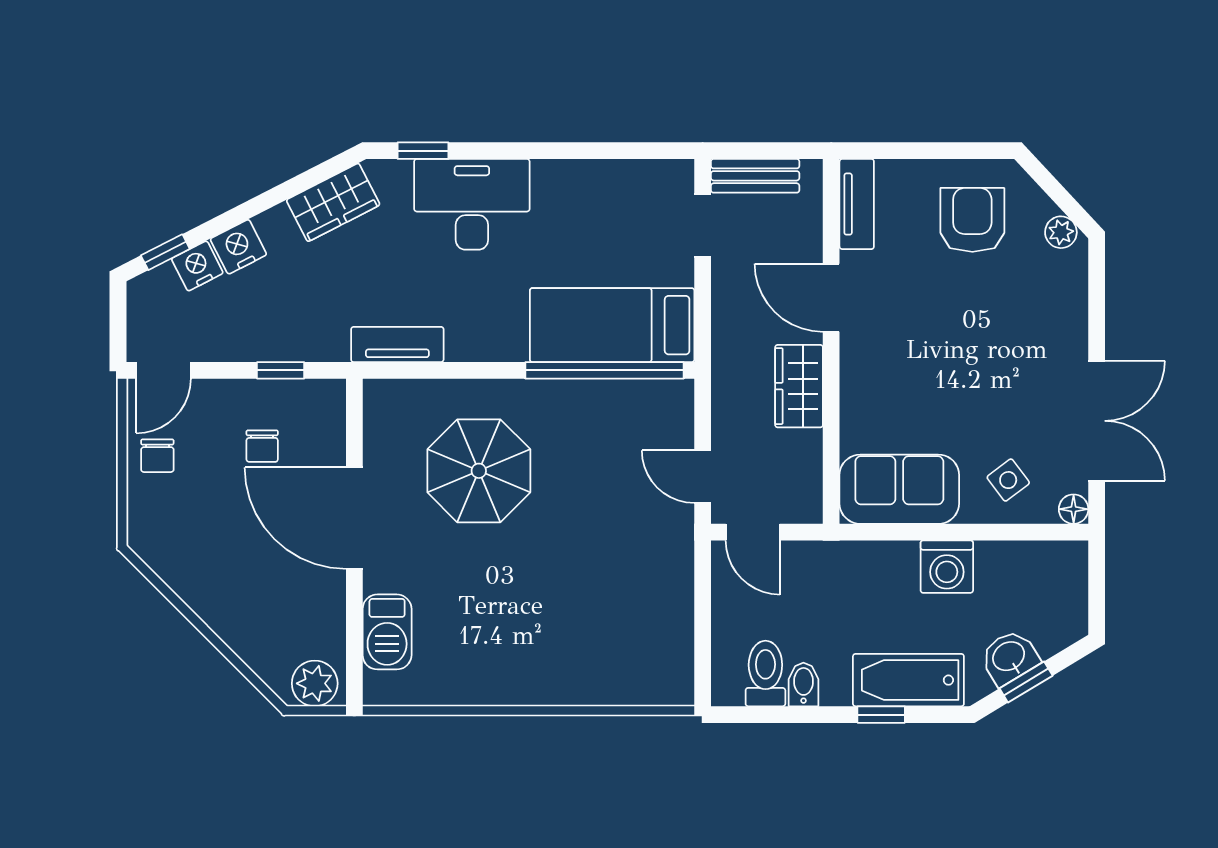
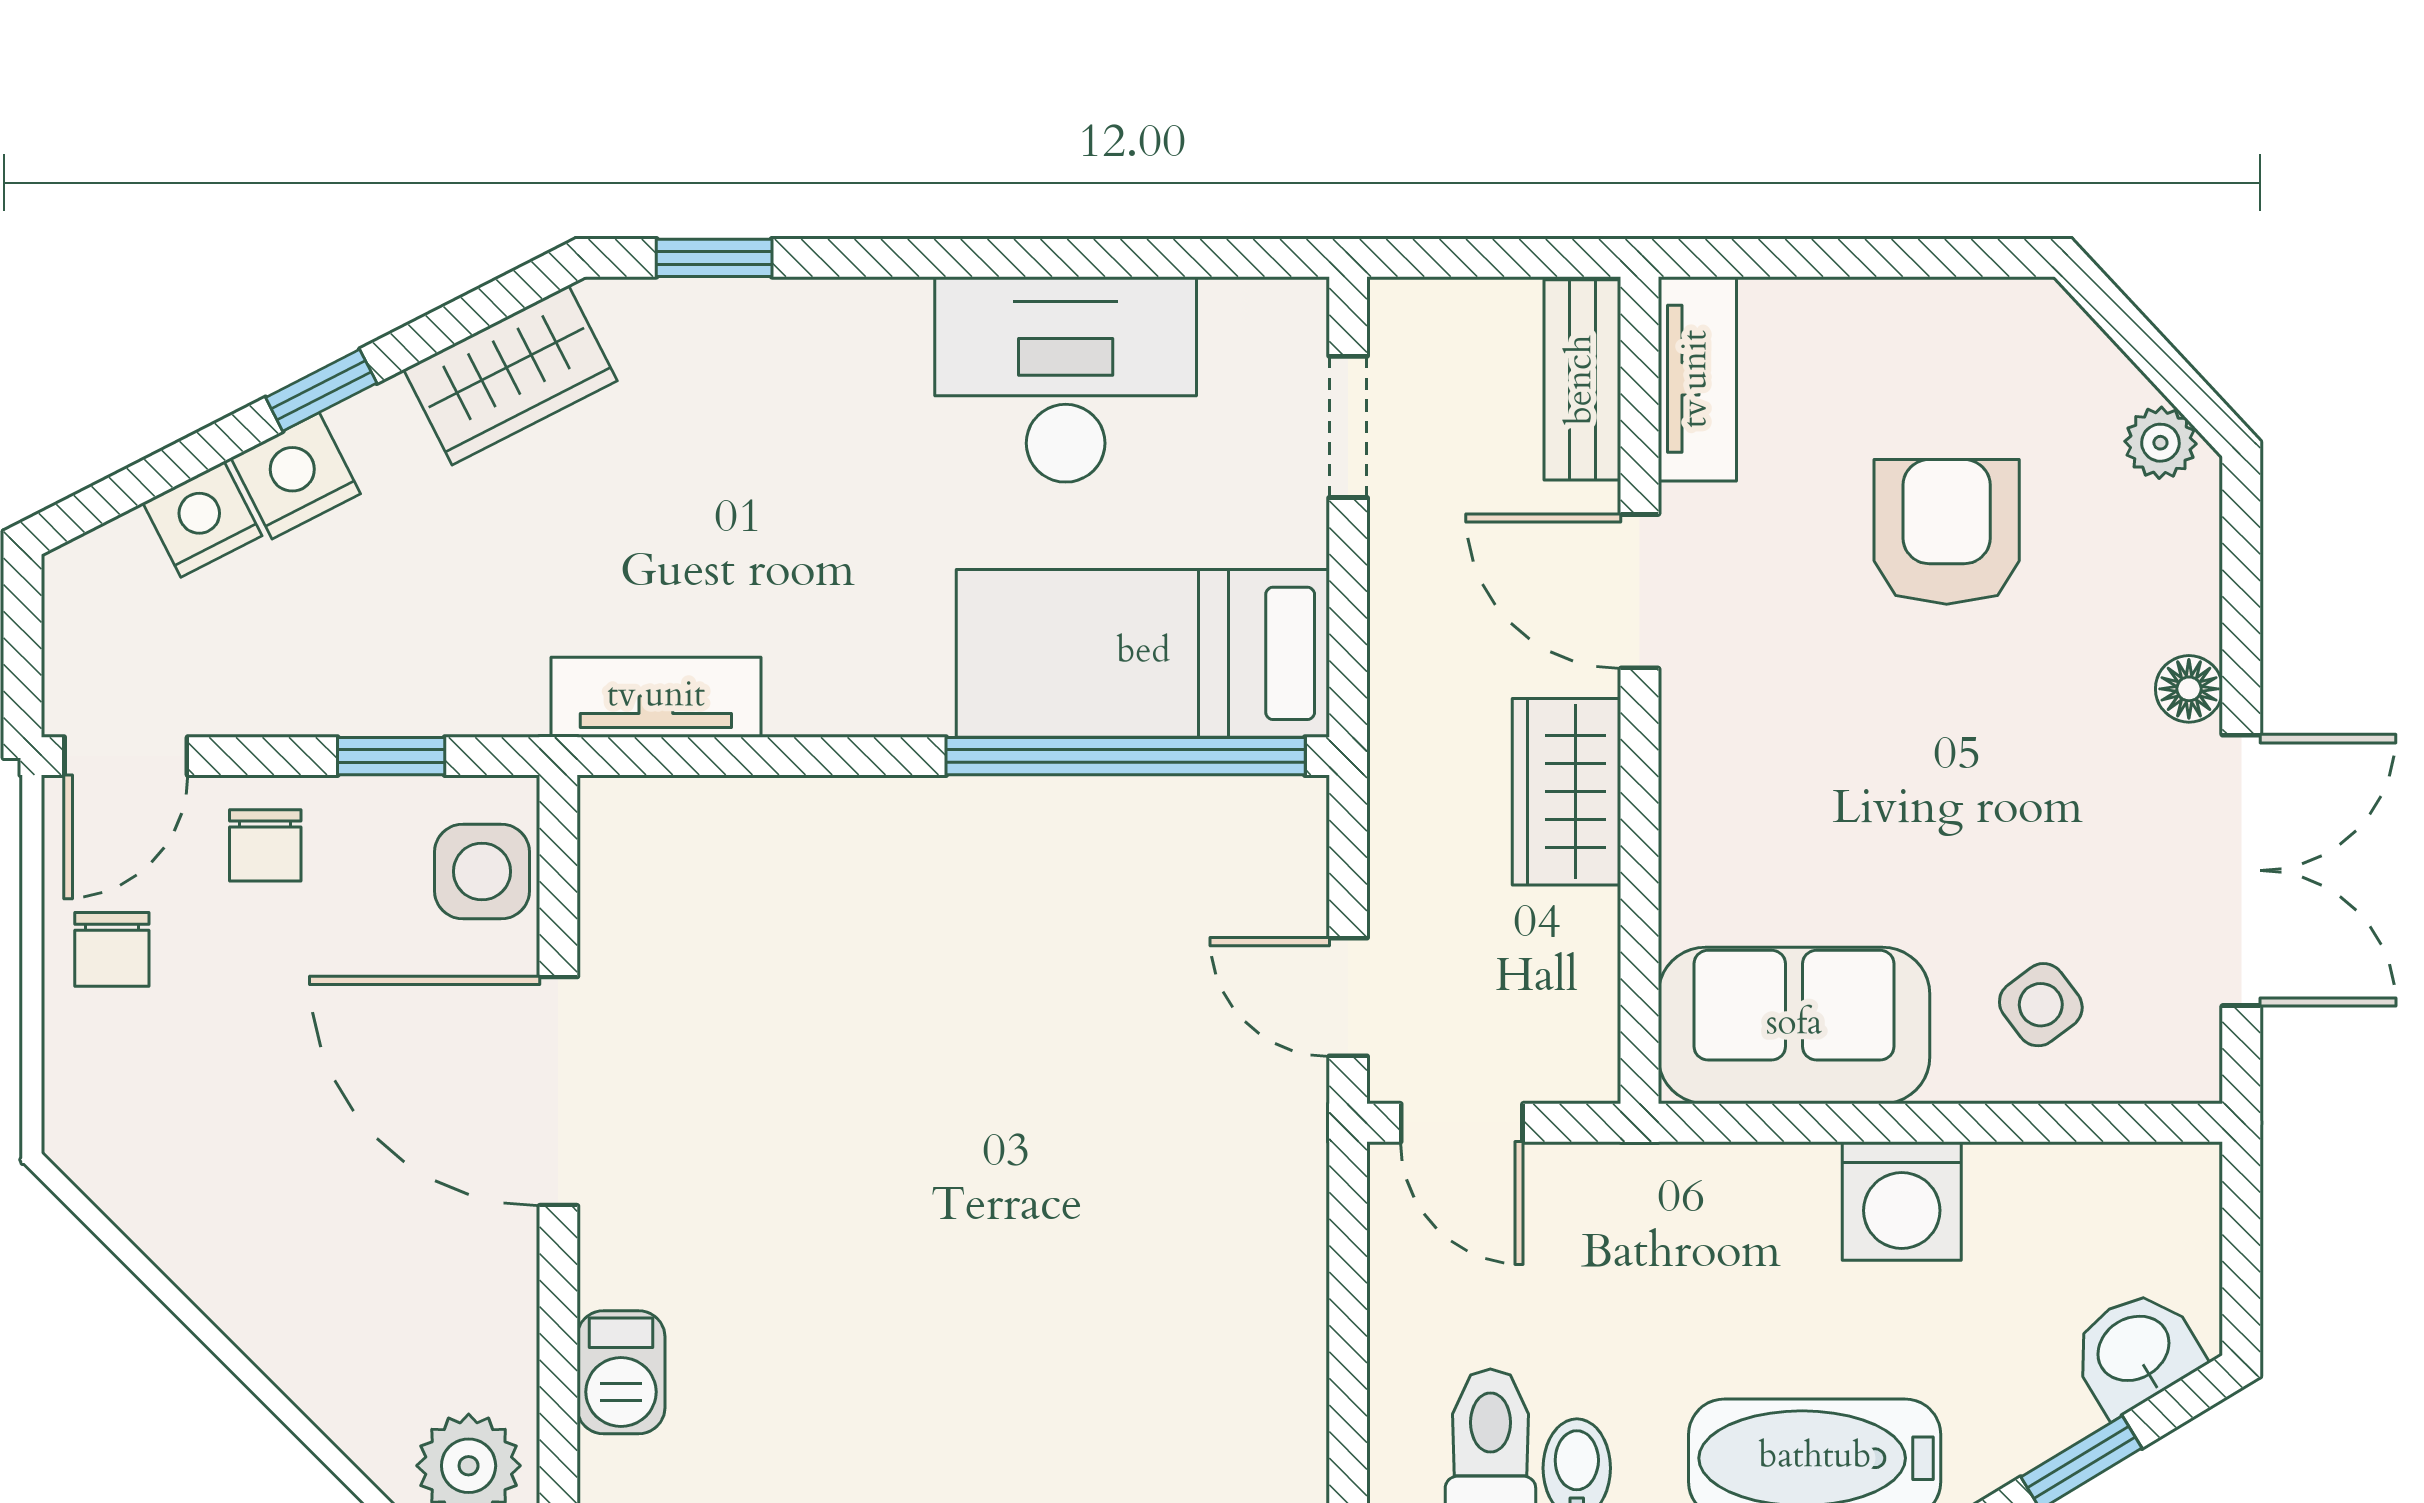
bench: (755, 176) -> (1582, 380), moved, turned 90
desk: (472, 204) -> (1066, 379), moved
armchair: (972, 220) -> (1947, 532), moved
window: (165, 252) -> (321, 390), moved
side table: (321, 421) -> (482, 871), added
chair: (262, 446) -> (265, 845), moved
parasol: (479, 471) -> (841, 984), removed
floor lamp: (1074, 509) -> (2189, 689), moved
barbecue: (387, 632) -> (621, 1372), width x0.73, depth x0.79
washbasin: (1009, 657) -> (2135, 1351), moved

